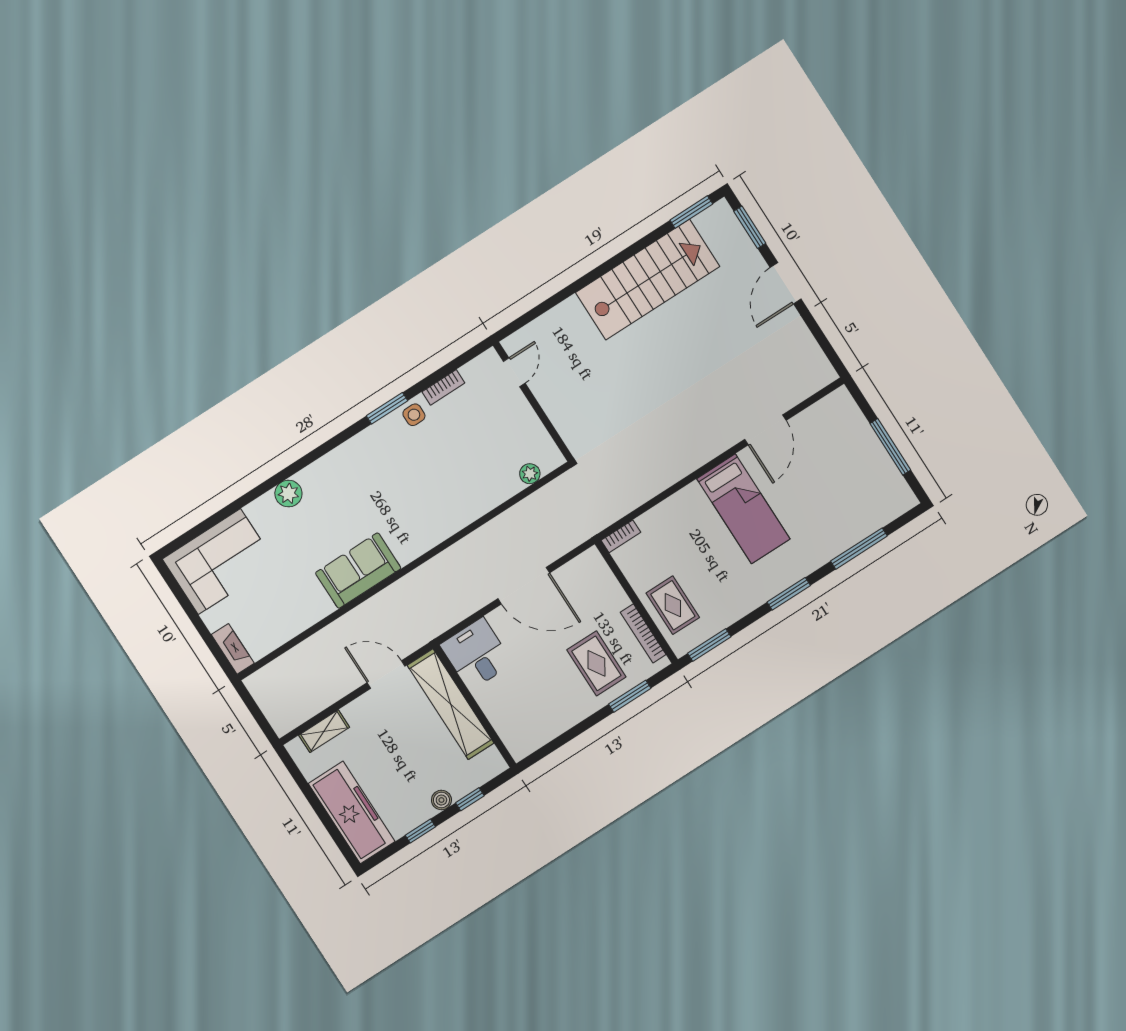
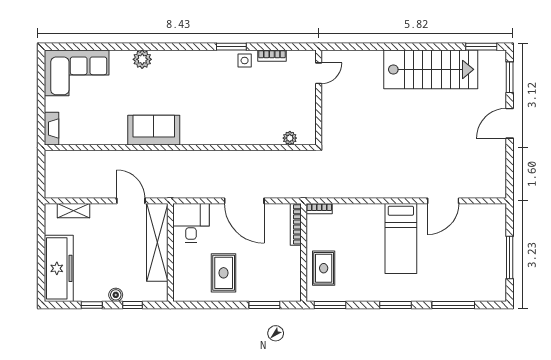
bookcase: (643, 633) -> (296, 224), moved
rug: (596, 663) -> (224, 273), moved

